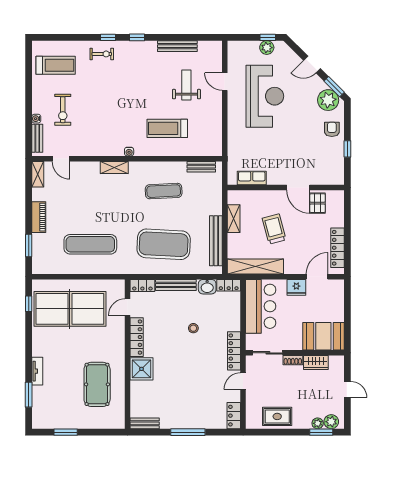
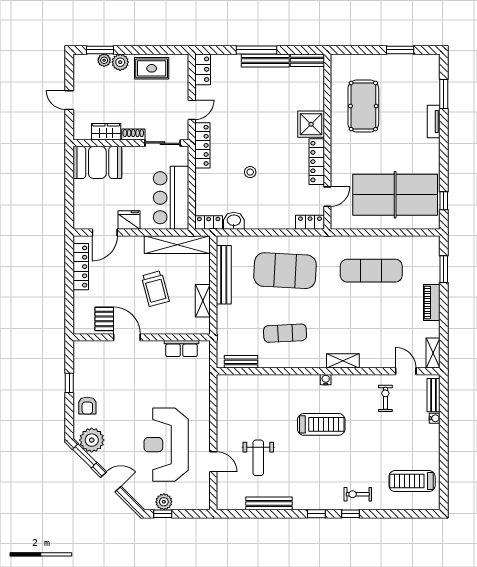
exercise bike: (63, 110) -> (385, 398), moved, width x0.73, depth x0.72
treadmill: (167, 128) -> (321, 424), moved
bench: (176, 285) -> (265, 60), moved
plant: (331, 422) -> (120, 62), moved

